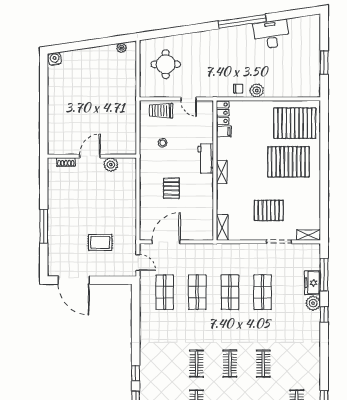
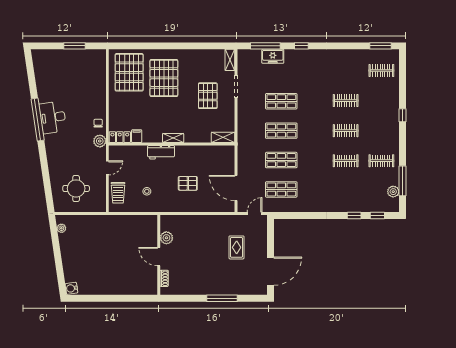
desk: (271, 34) -> (53, 117), moved
plant: (257, 90) -> (100, 141), moved
plant: (313, 303) -> (291, 56), removed

